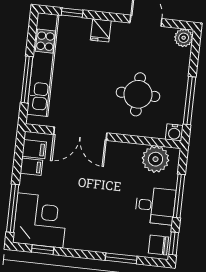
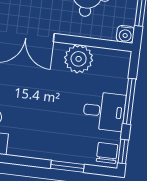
plant: (155, 159) -> (79, 59), moved
chair: (158, 245) -> (107, 153), turned 90

